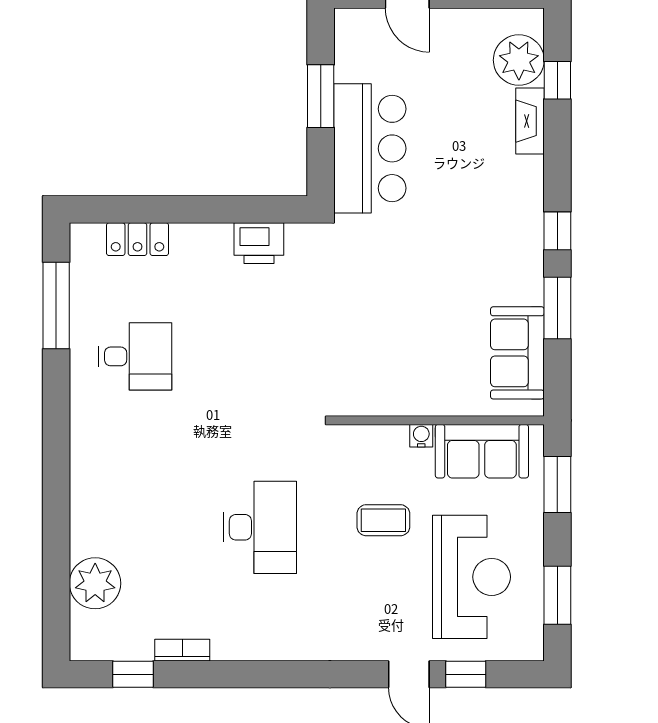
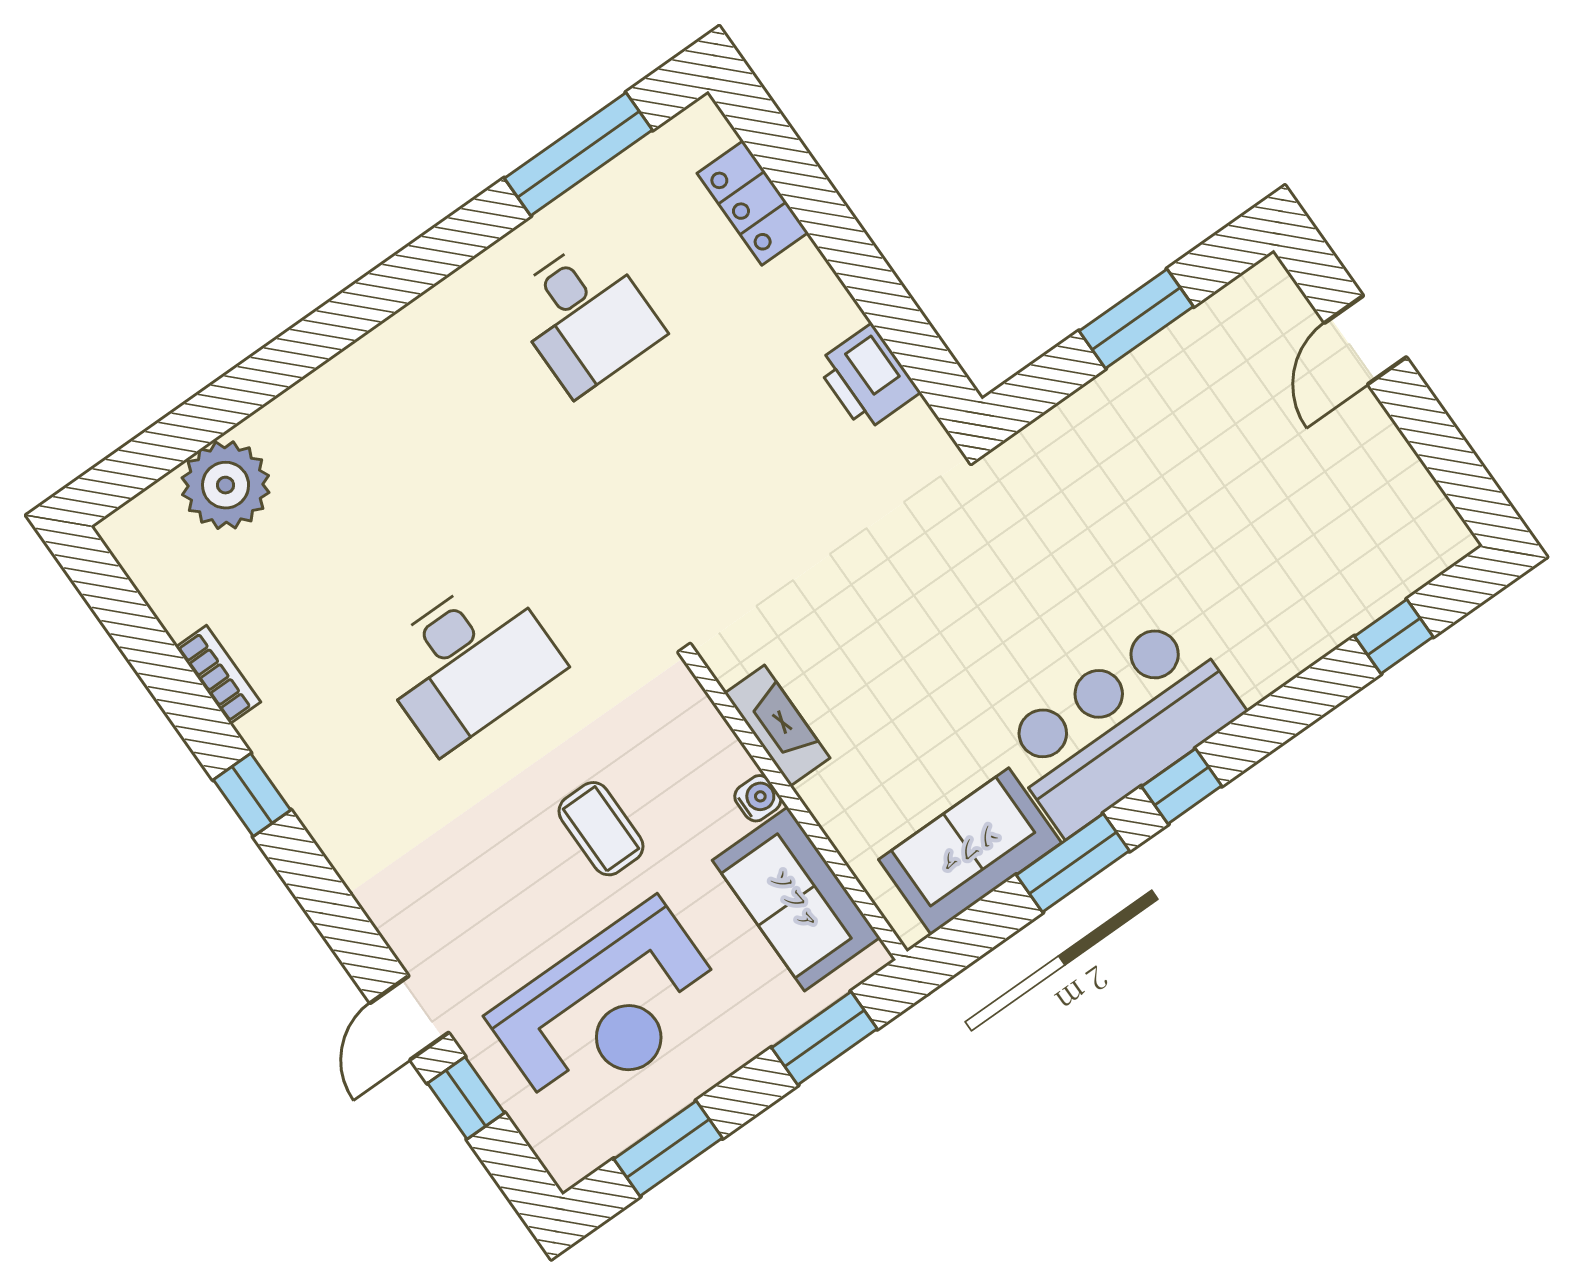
plant: (519, 60) -> (1384, 562), removed
fireplace: (530, 121) -> (777, 726), moved, turned 90
bar counter: (370, 148) -> (1121, 725), moved, turned 180
window: (133, 674) -> (252, 795), moved

